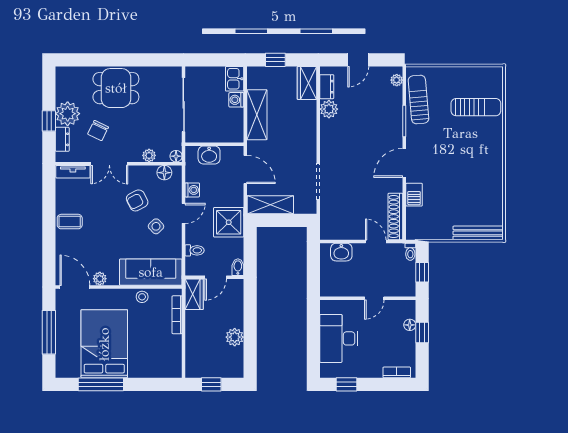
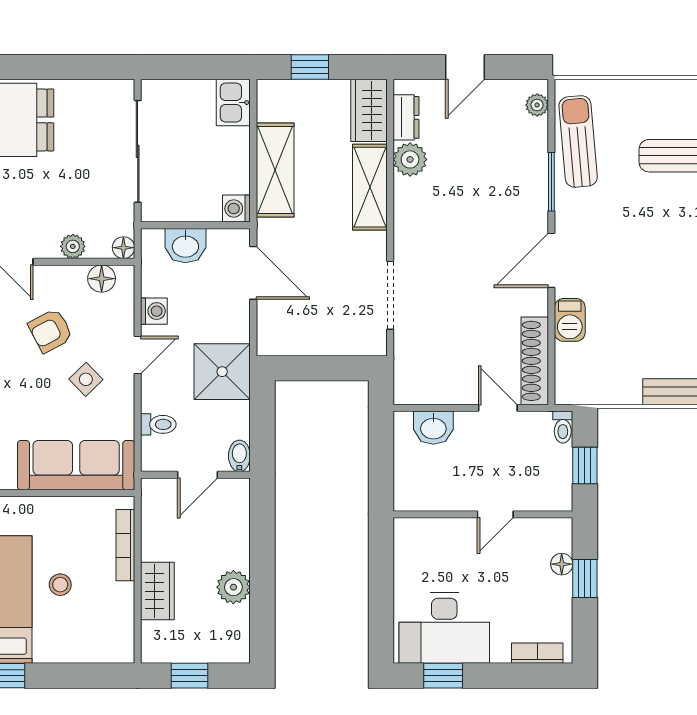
washing machine: (236, 100) -> (236, 209), moved
shelving: (270, 205) -> (370, 187), moved, turned 90
wardrobe: (194, 294) -> (157, 591), moved
stool: (142, 297) -> (60, 585), moved
desk: (339, 338) -> (444, 628), moved, turned -90

